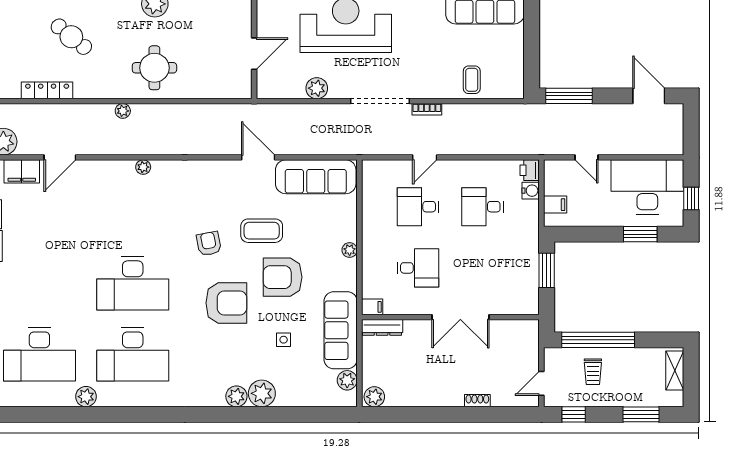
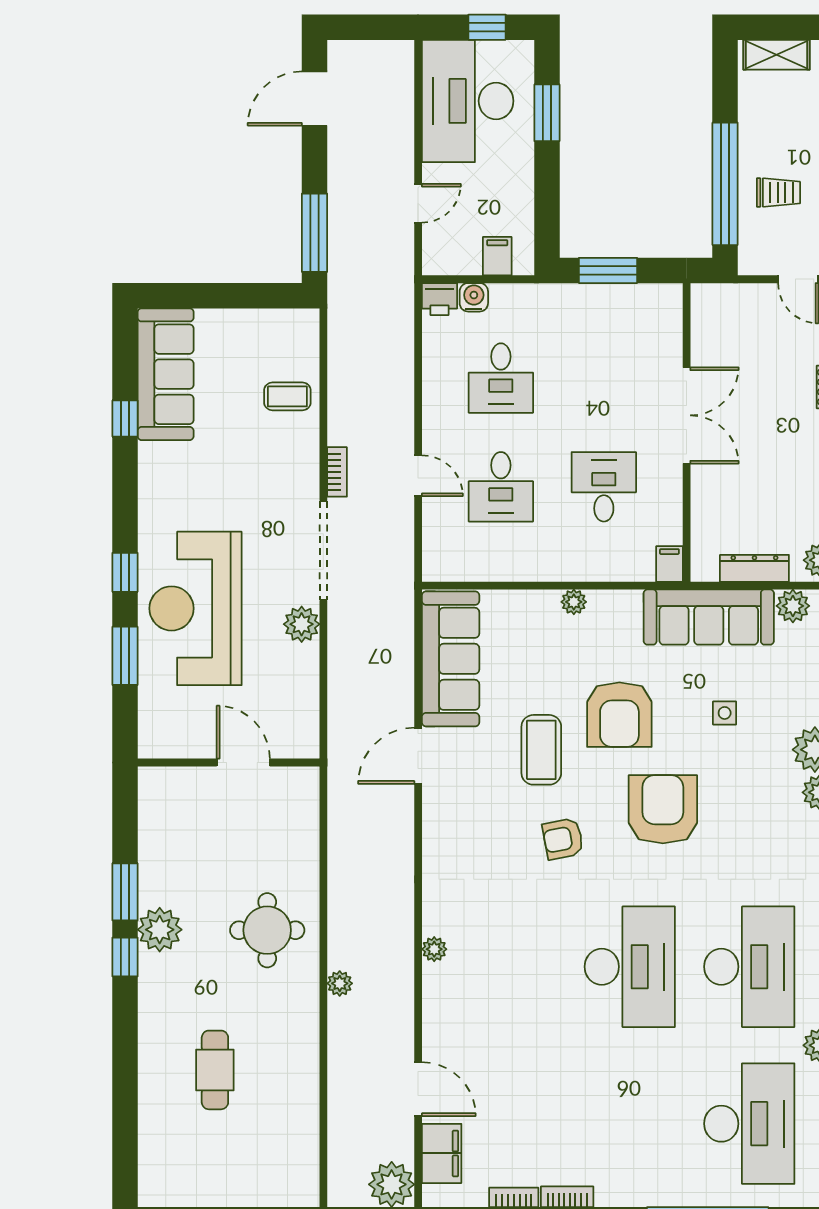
cafe table: (71, 37) -> (215, 1070), turned -39
plant: (317, 88) -> (302, 624), moved
locker: (47, 90) -> (305, 1111), removed
dresser: (382, 327) -> (754, 568), moved, turned -90

